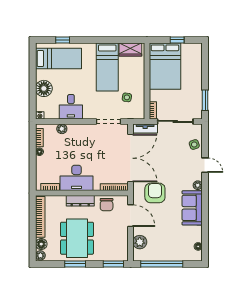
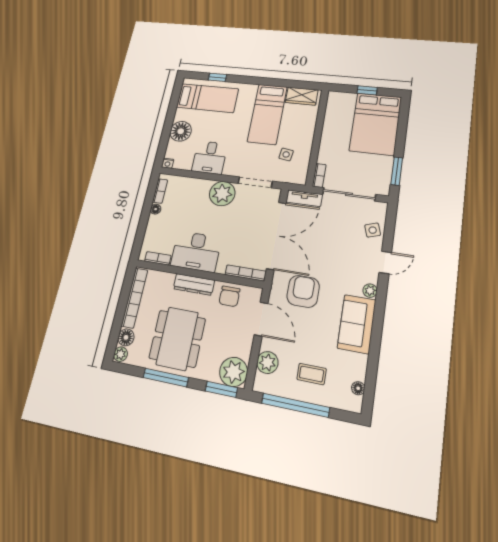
bed: (165, 66) -> (375, 124), moved
plant: (62, 129) -> (222, 194), moved, width x1.88, depth x1.88
door: (205, 165) -> (385, 262), hinge flipped
coffee table: (169, 244) -> (312, 374), added
plant: (119, 252) -> (234, 372), added
window: (75, 264) -> (166, 377), width x1.44

